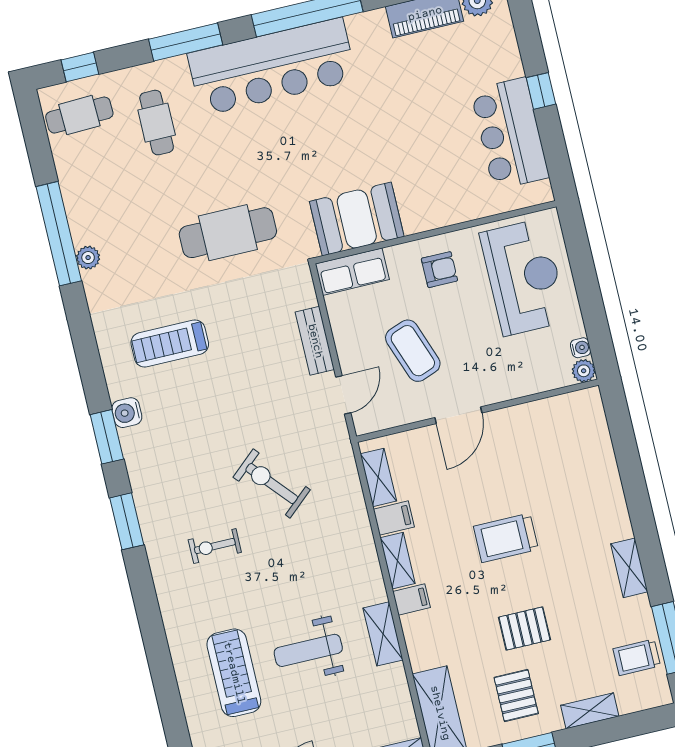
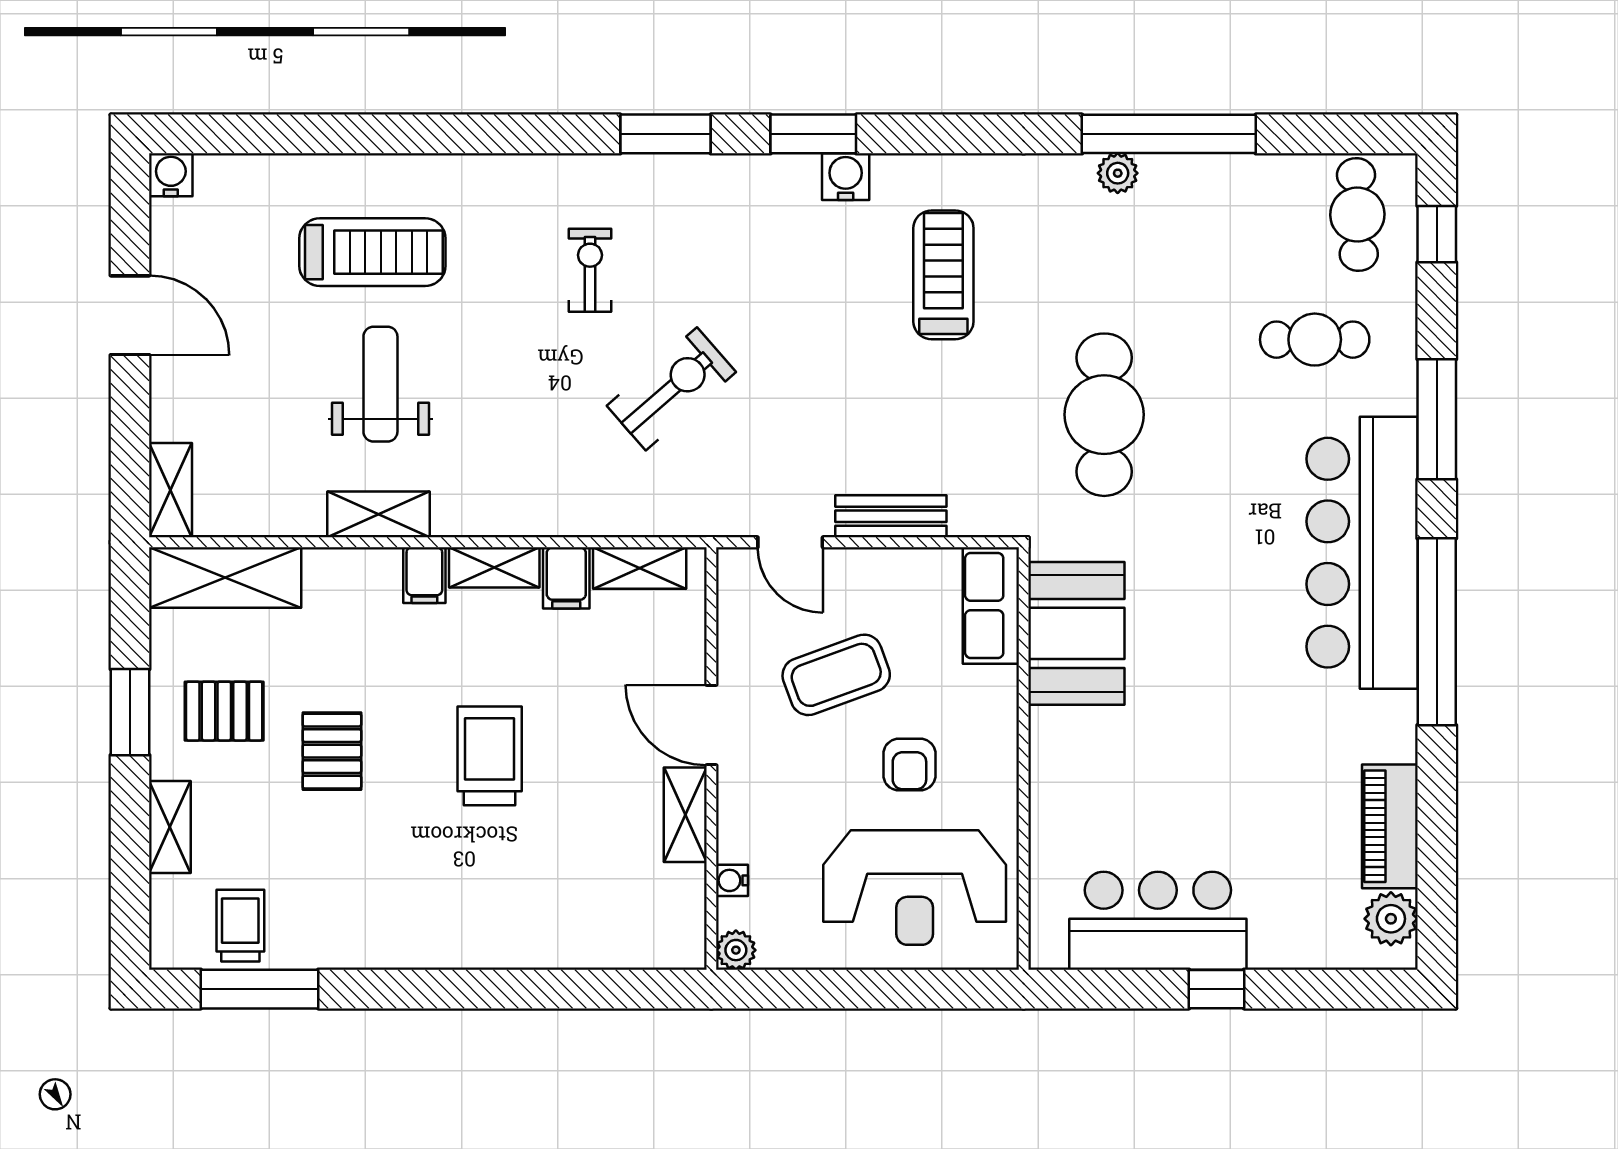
armchair: (439, 270) -> (909, 765), moved
water cooler: (581, 348) -> (732, 880), moved, turned 90
shelving: (629, 568) -> (685, 815), moved, turned 90

